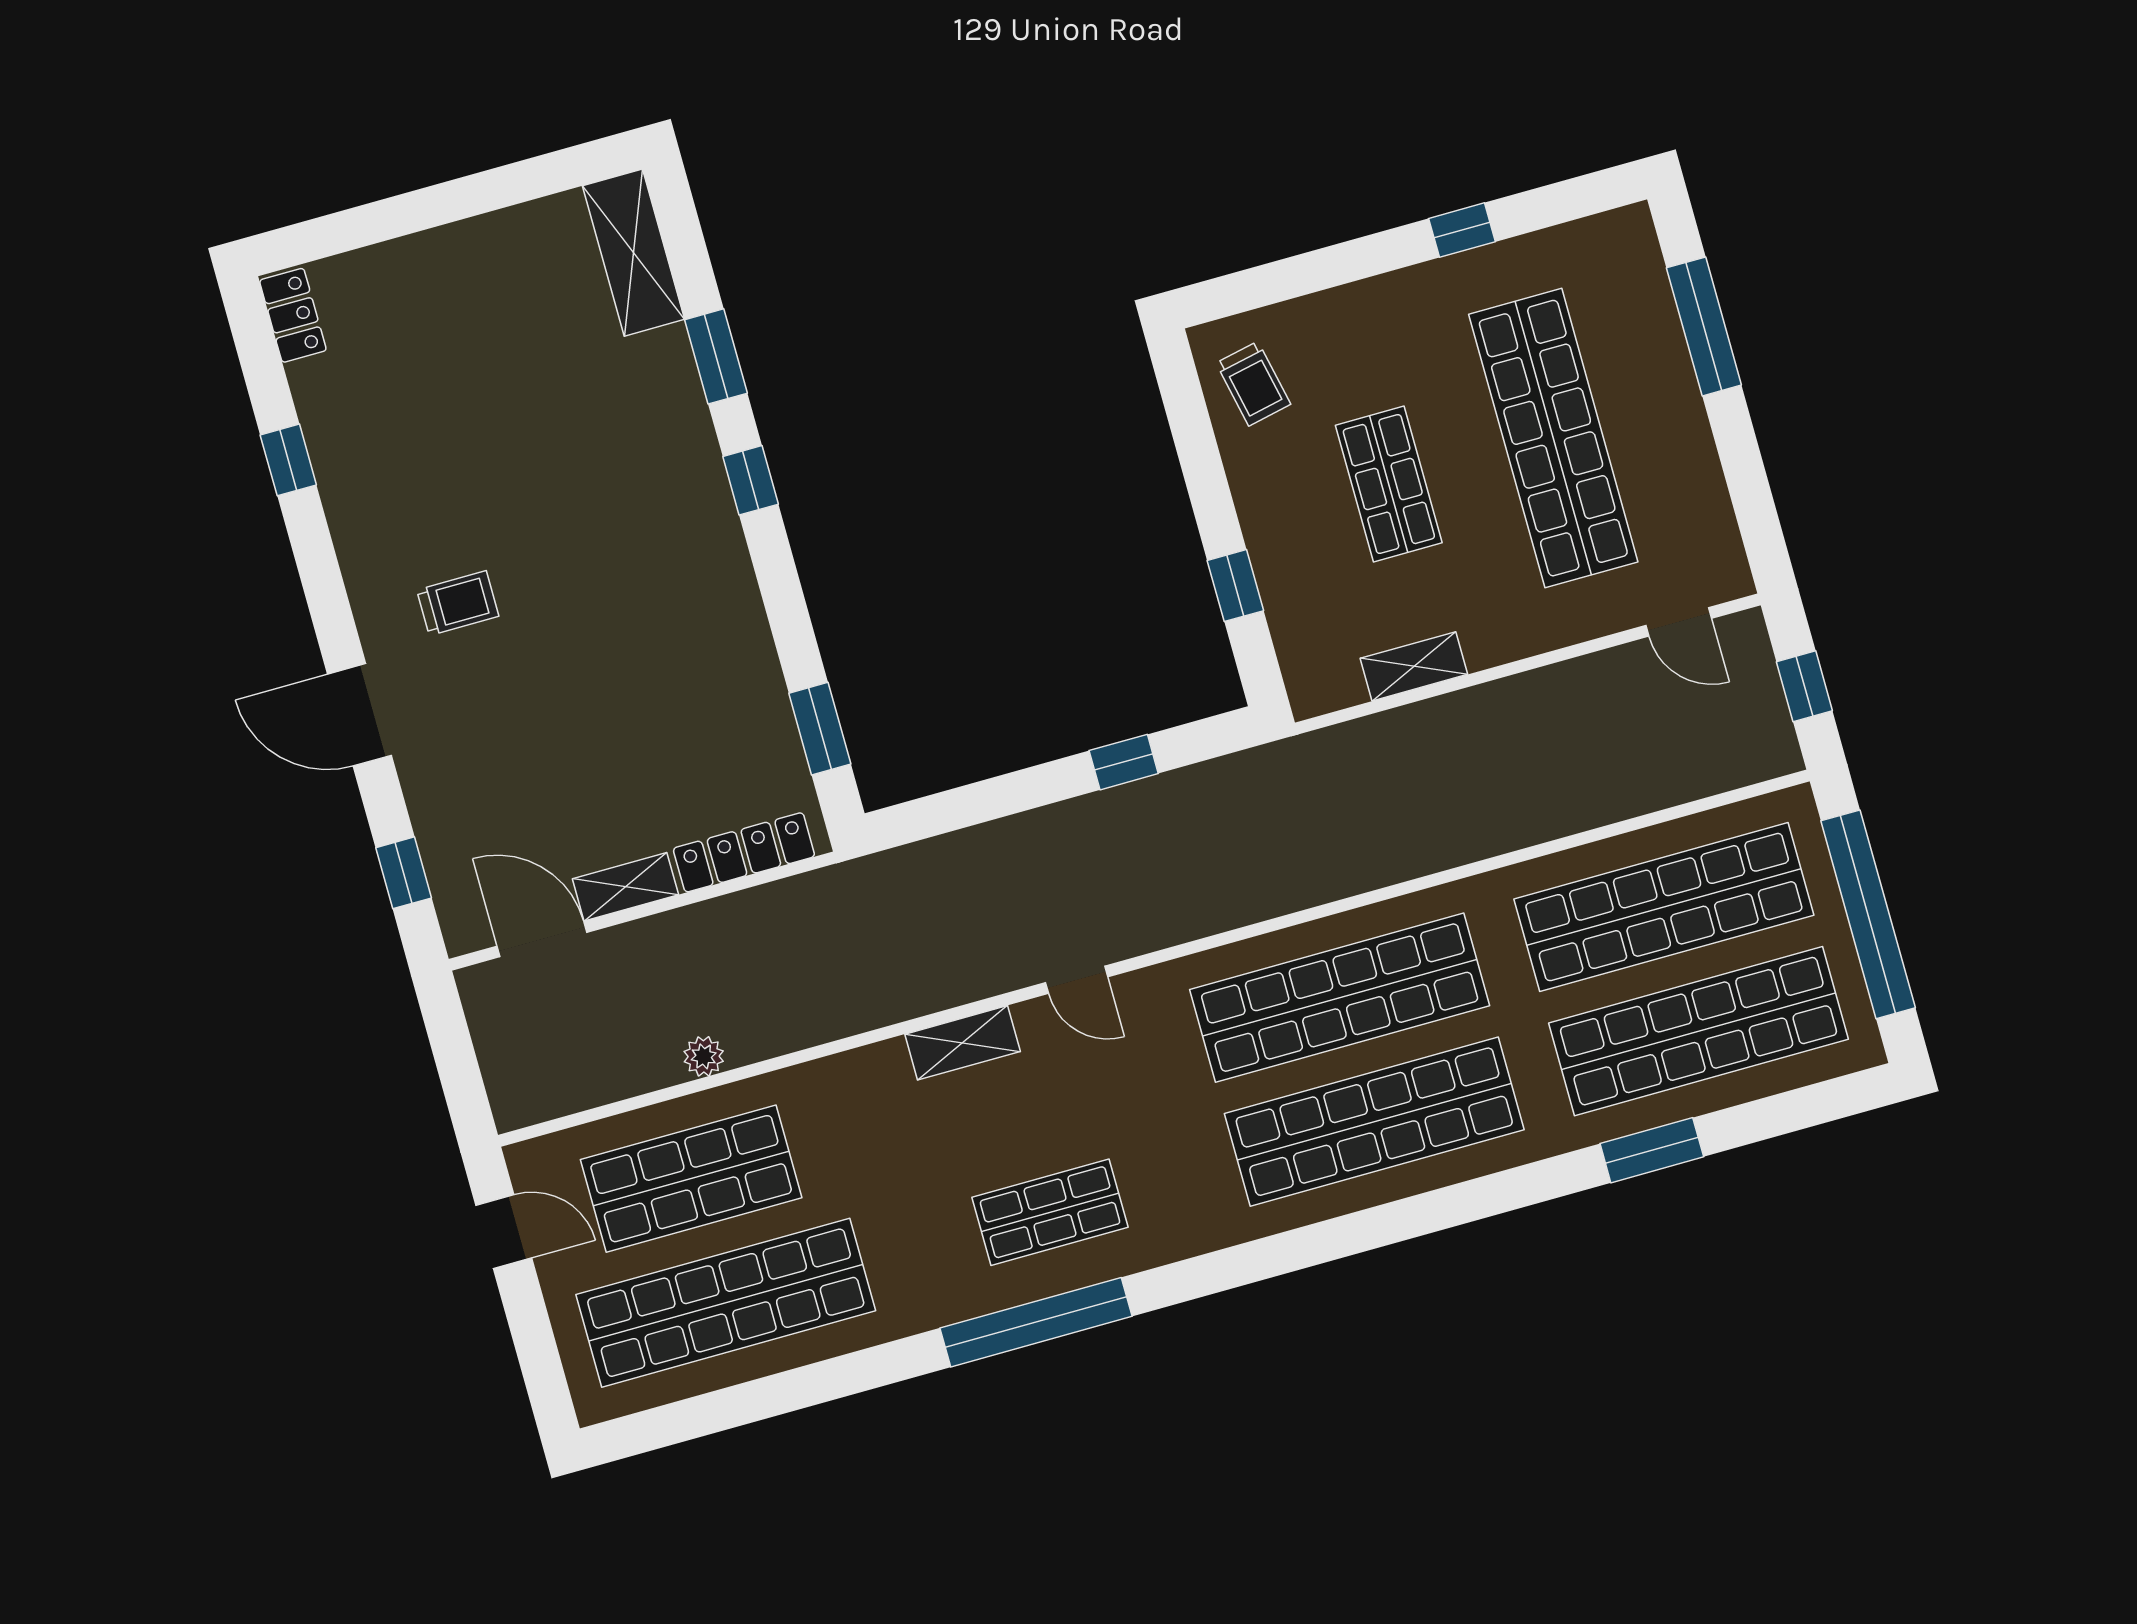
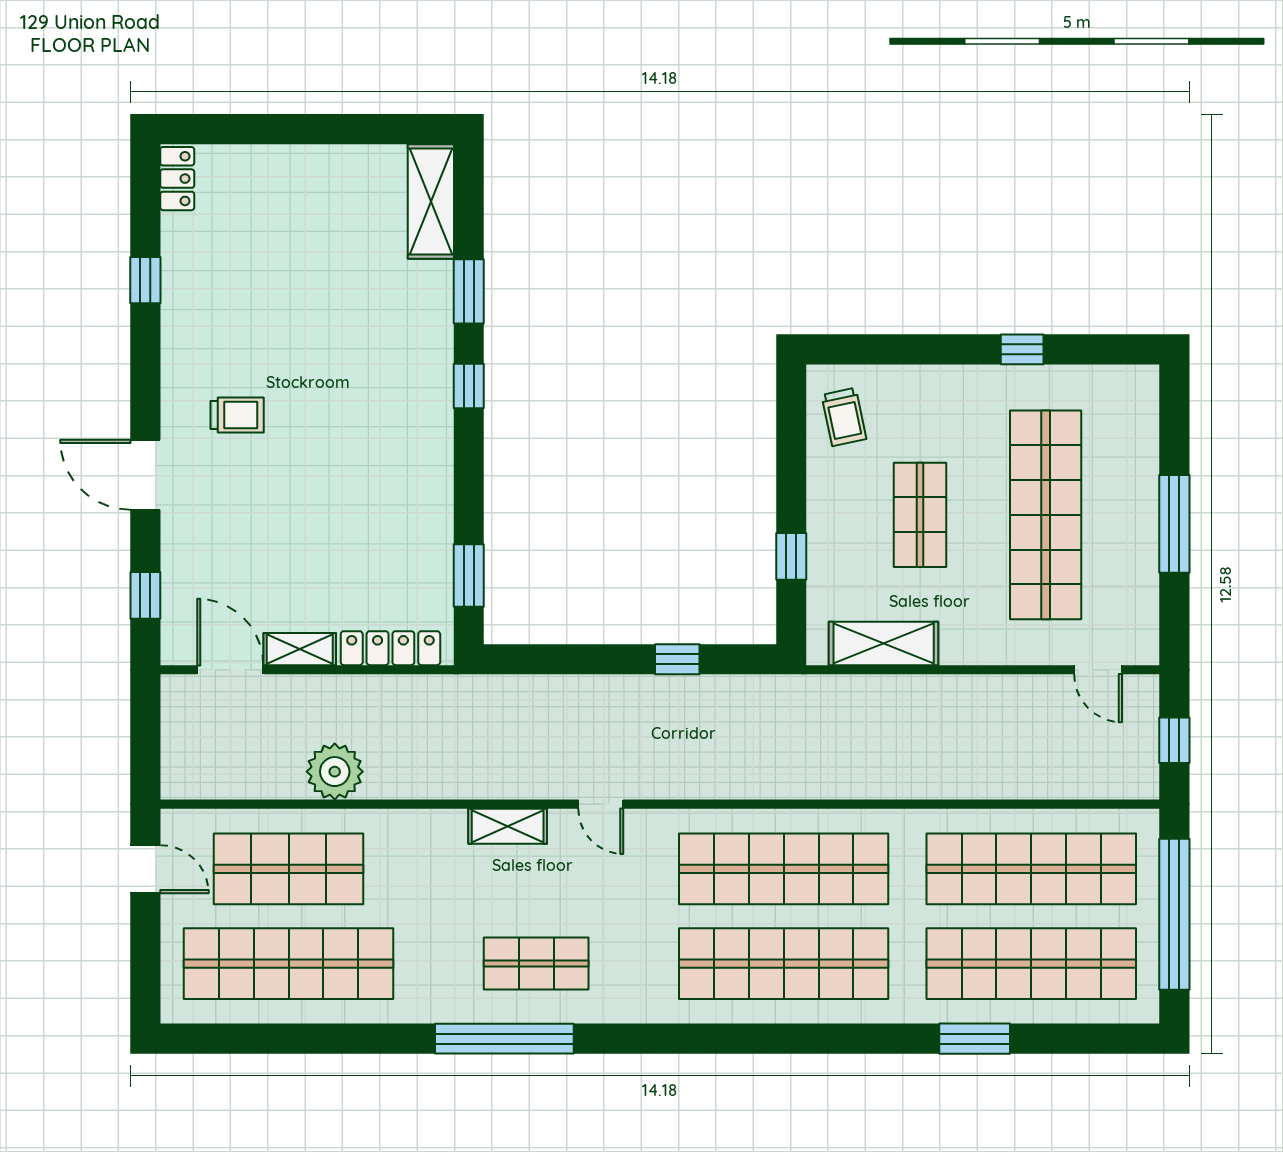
window: (1704, 326) -> (1174, 524), moved
shelving: (1414, 666) -> (884, 643), width x1.50, depth x1.33
plant: (704, 1056) -> (335, 772), width x1.88, depth x1.88

